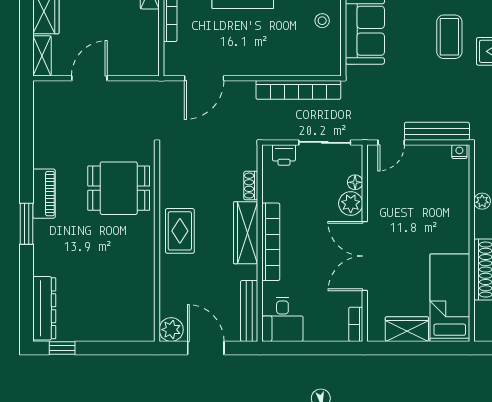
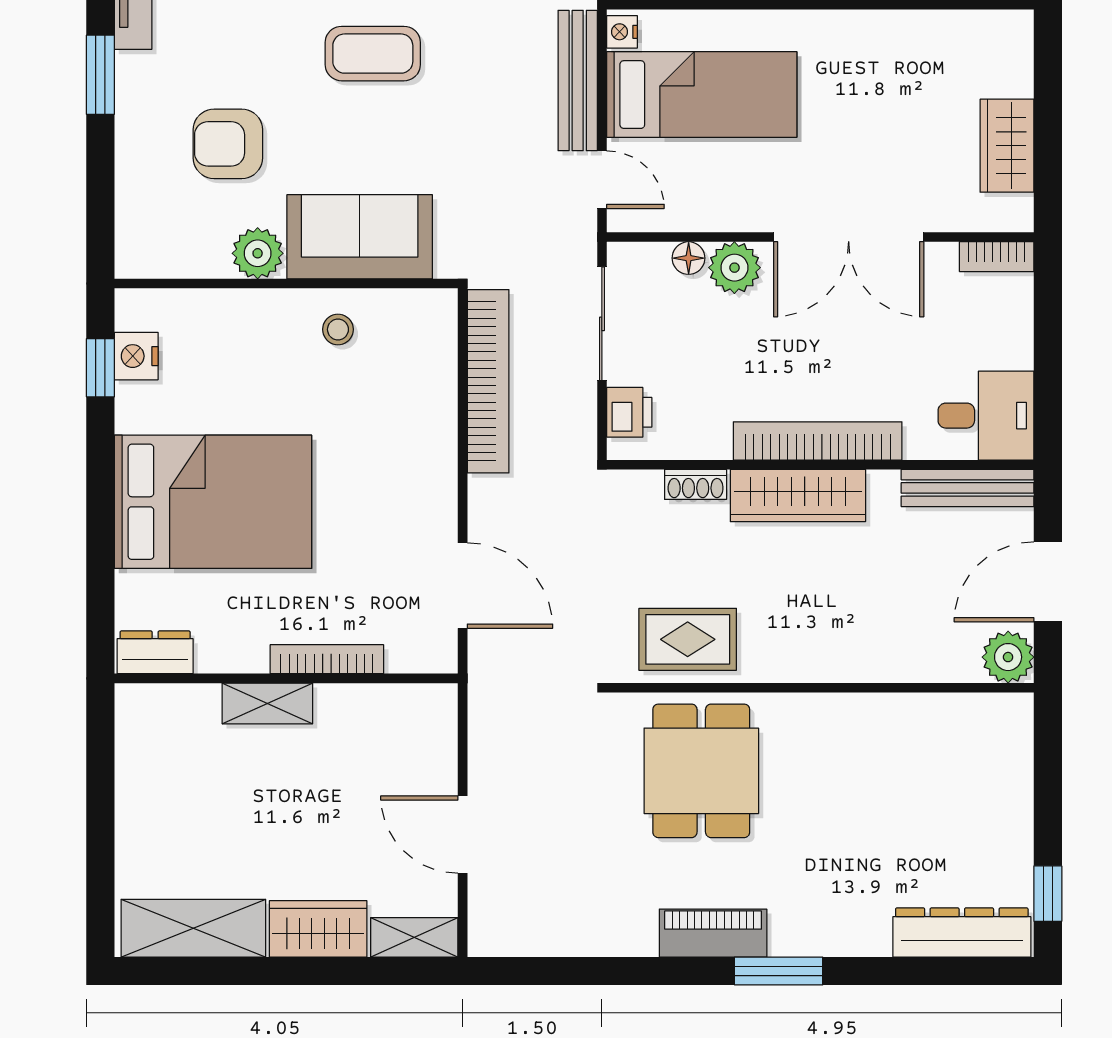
rug: (180, 231) -> (688, 639), moved
bed: (450, 298) -> (702, 95), moved, turned 180

